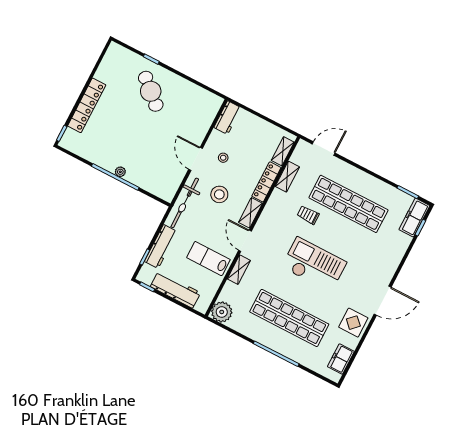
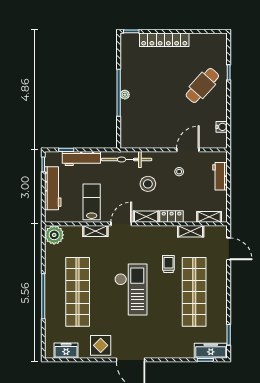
water cooler: (201, 93) -> (222, 127), added
workbench: (228, 118) -> (220, 176), moved, turned 90
door: (196, 159) -> (188, 150), moved
locker: (266, 182) -> (172, 217), width x0.66

